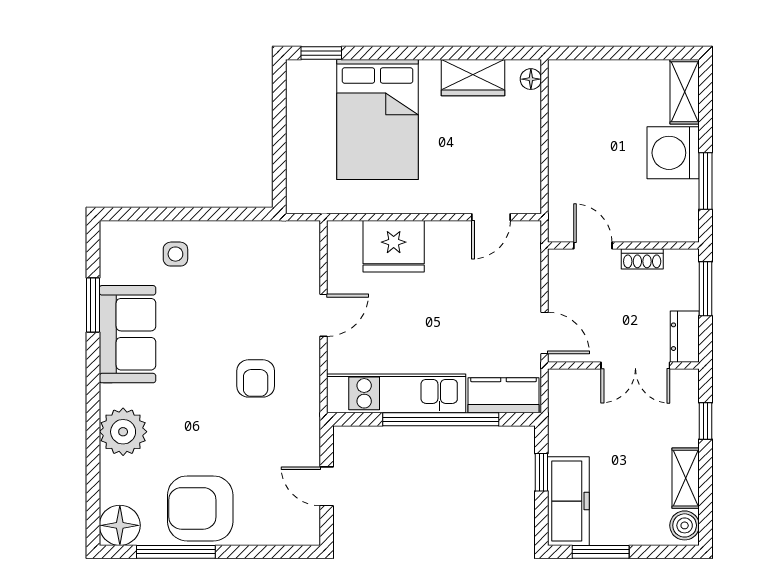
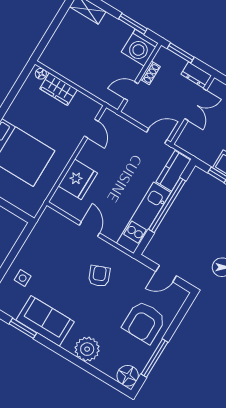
wardrobe: (473, 78) -> (58, 89), moved, turned 90
washing machine: (673, 153) -> (140, 48), moved
armchair: (256, 378) -> (99, 276), turned -112
armchair: (200, 508) -> (144, 322), moved

